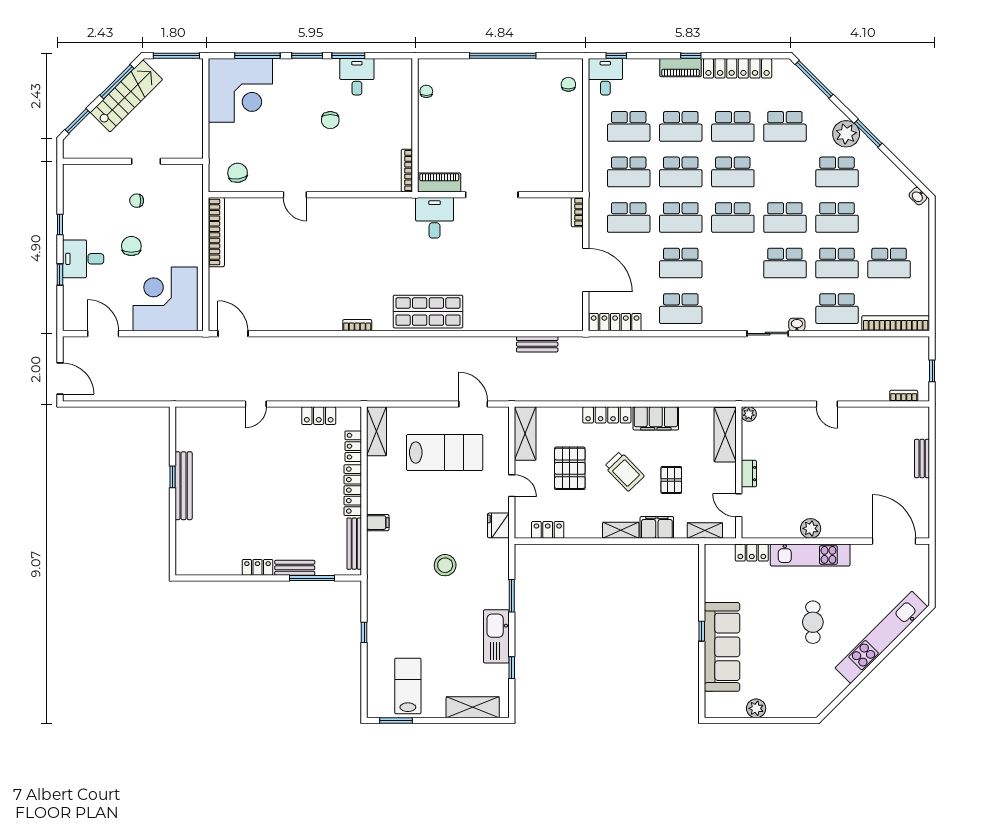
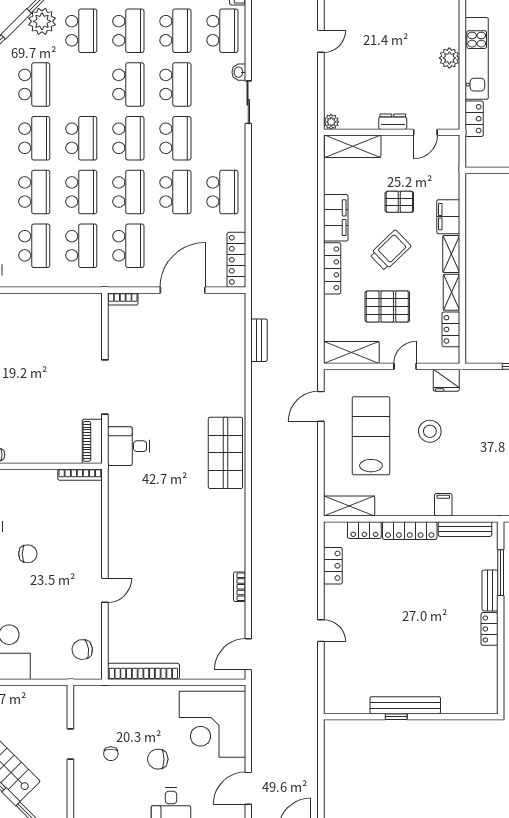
school desk: (733, 263) -> (175, 138), added
bookcase: (357, 325) -> (240, 587), moved
shelving: (705, 531) -> (452, 292), moved
stool: (445, 565) -> (430, 431), moved

